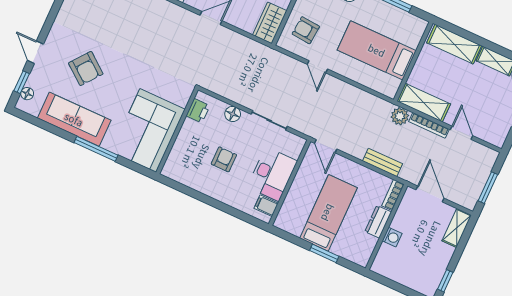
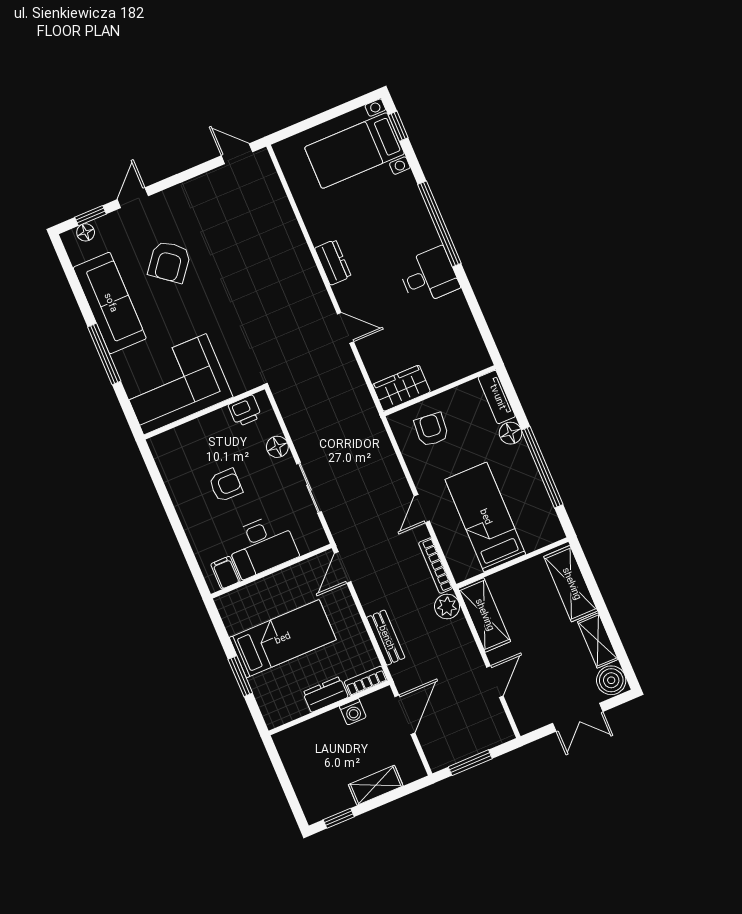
door: (317, 67) -> (422, 509), moved
bookcase: (429, 125) -> (436, 566), moved
shelving: (457, 228) -> (376, 785), moved
washing machine: (392, 237) -> (353, 712), moved

